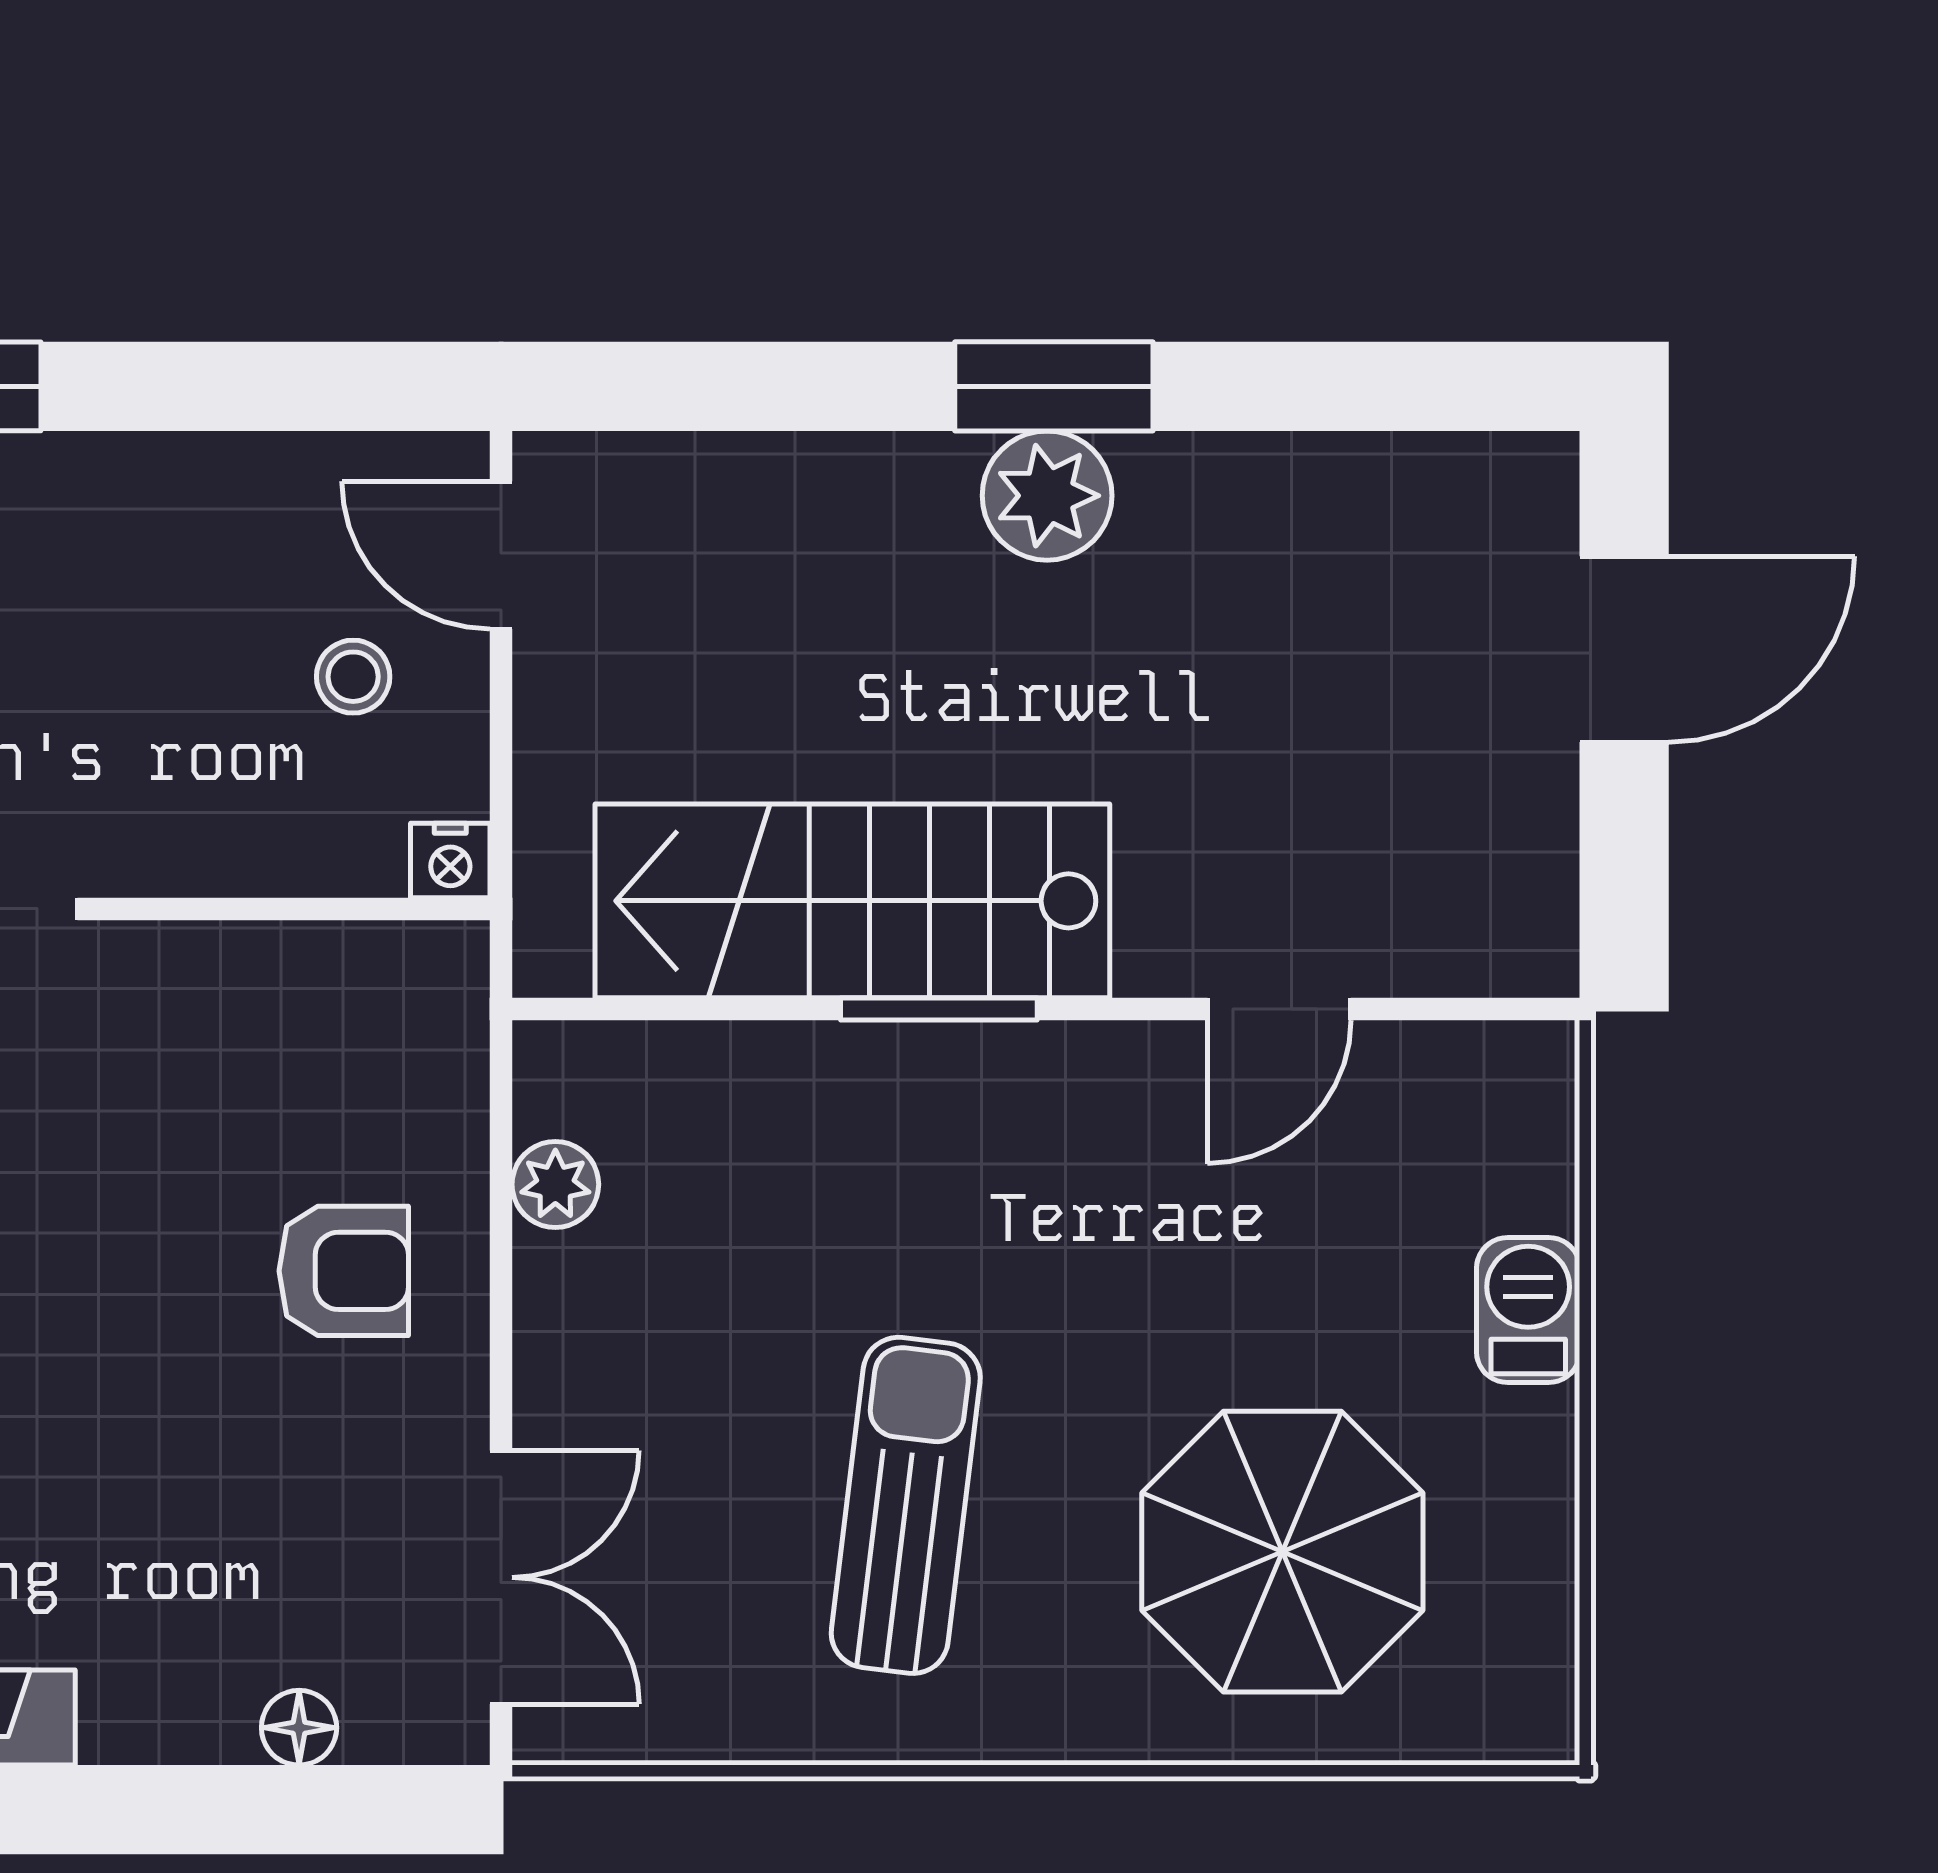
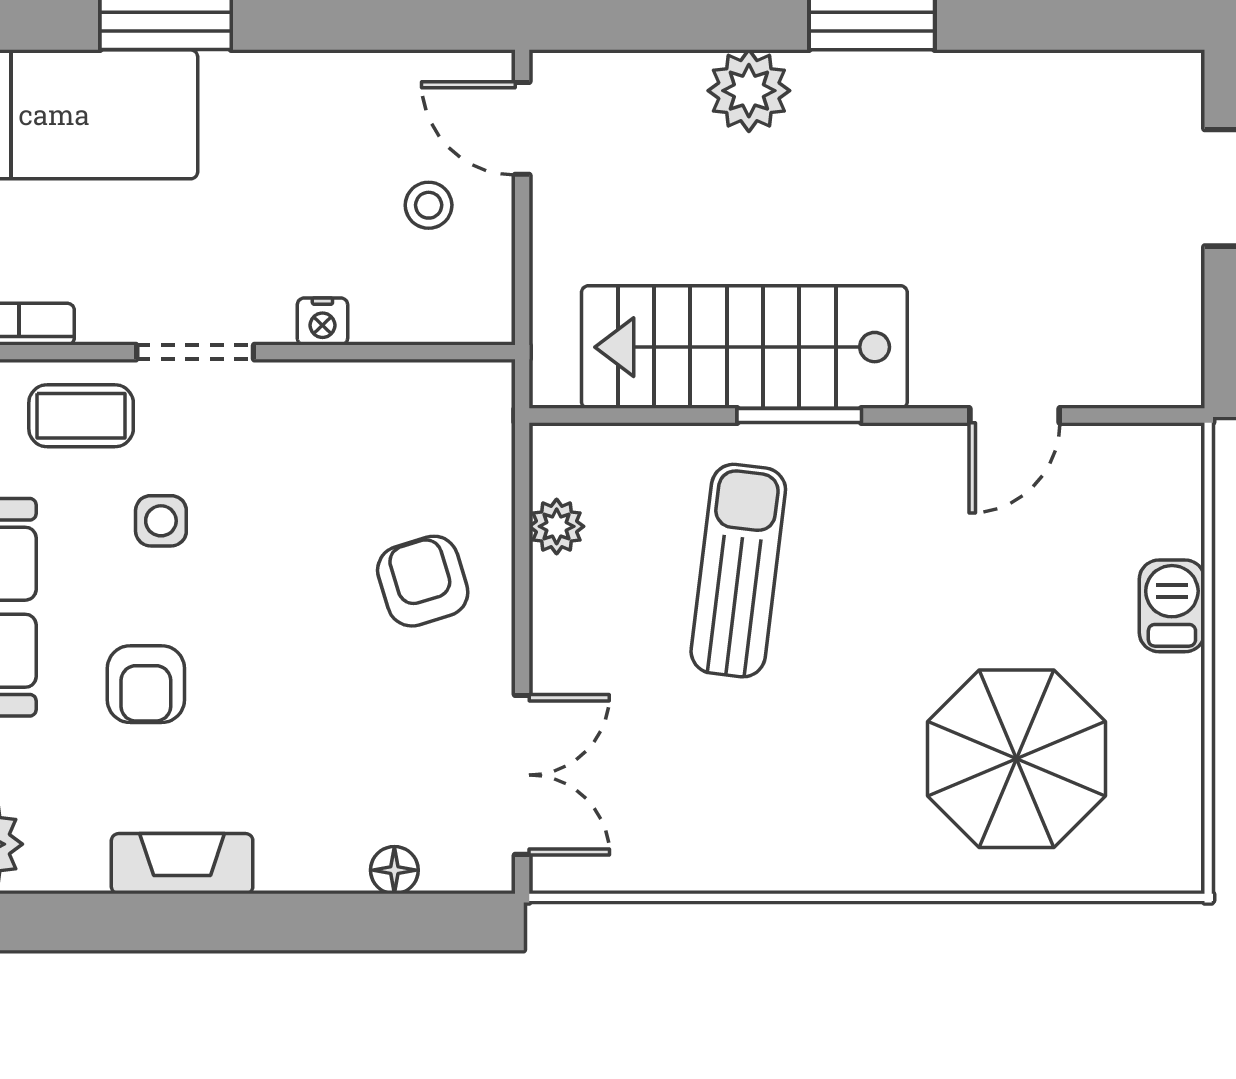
plant: (1047, 496) -> (749, 91), moved
nightstand: (450, 860) -> (322, 321), moved
armchair: (344, 1271) -> (423, 581), turned -107
sun lounger: (906, 1505) -> (738, 571), moved

